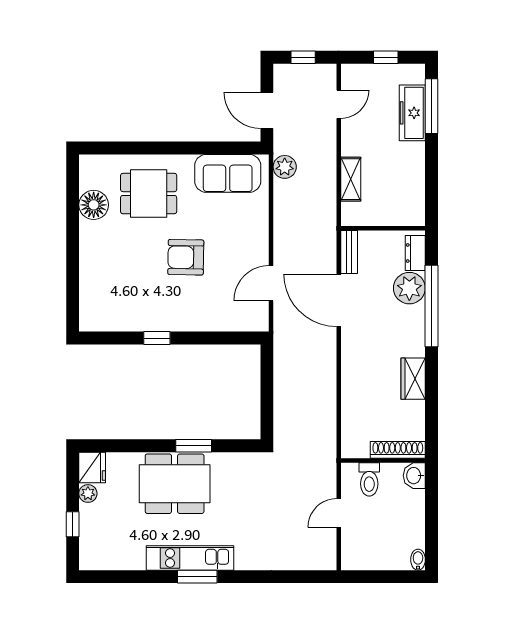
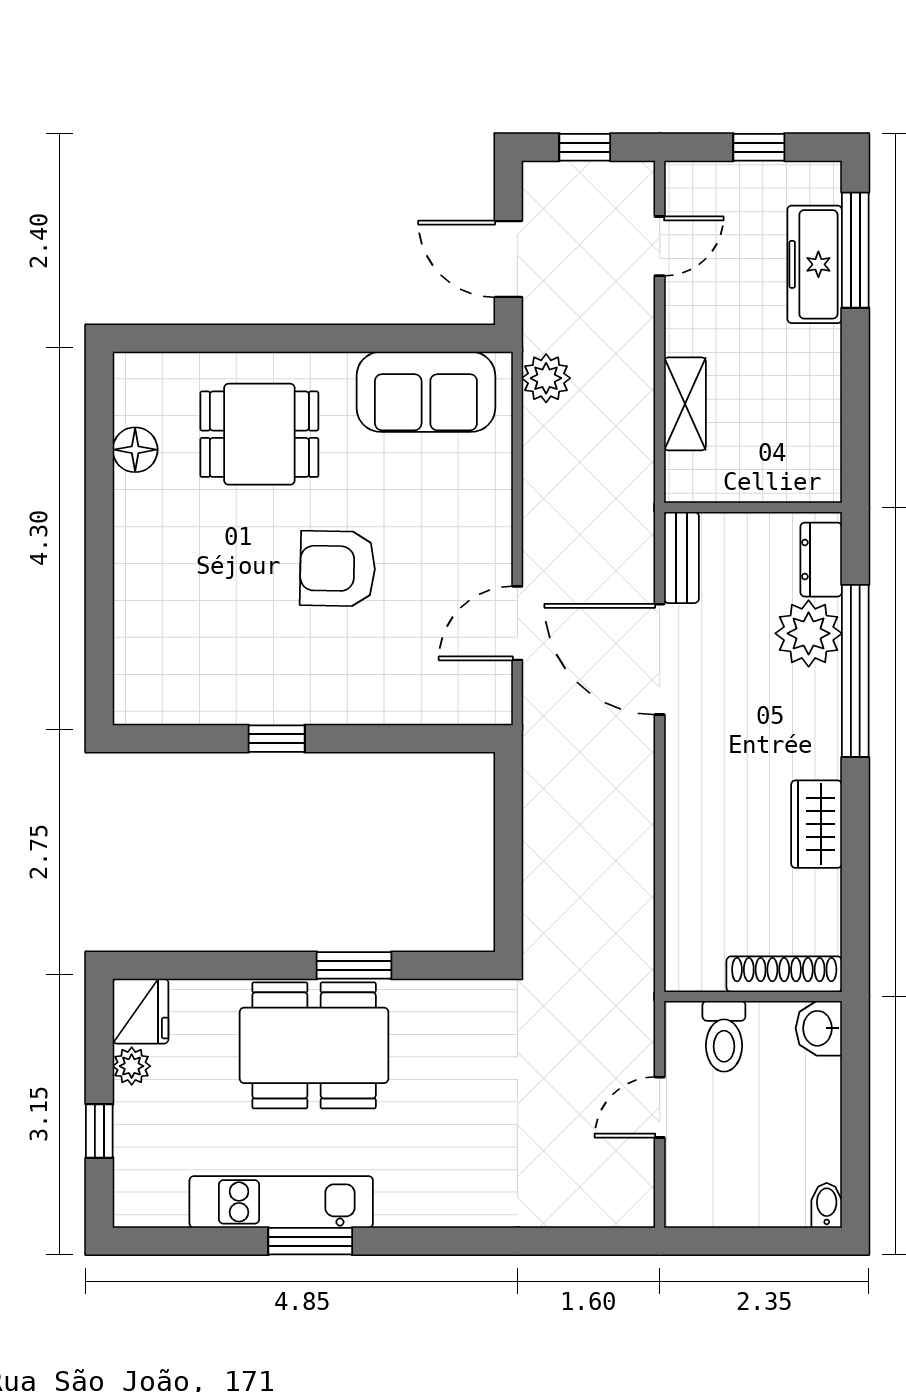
floor lamp: (94, 205) -> (135, 450), width x0.73, depth x0.73
kitchen unit: (190, 558) -> (281, 1202), moved
window: (197, 577) -> (310, 1241), moved

